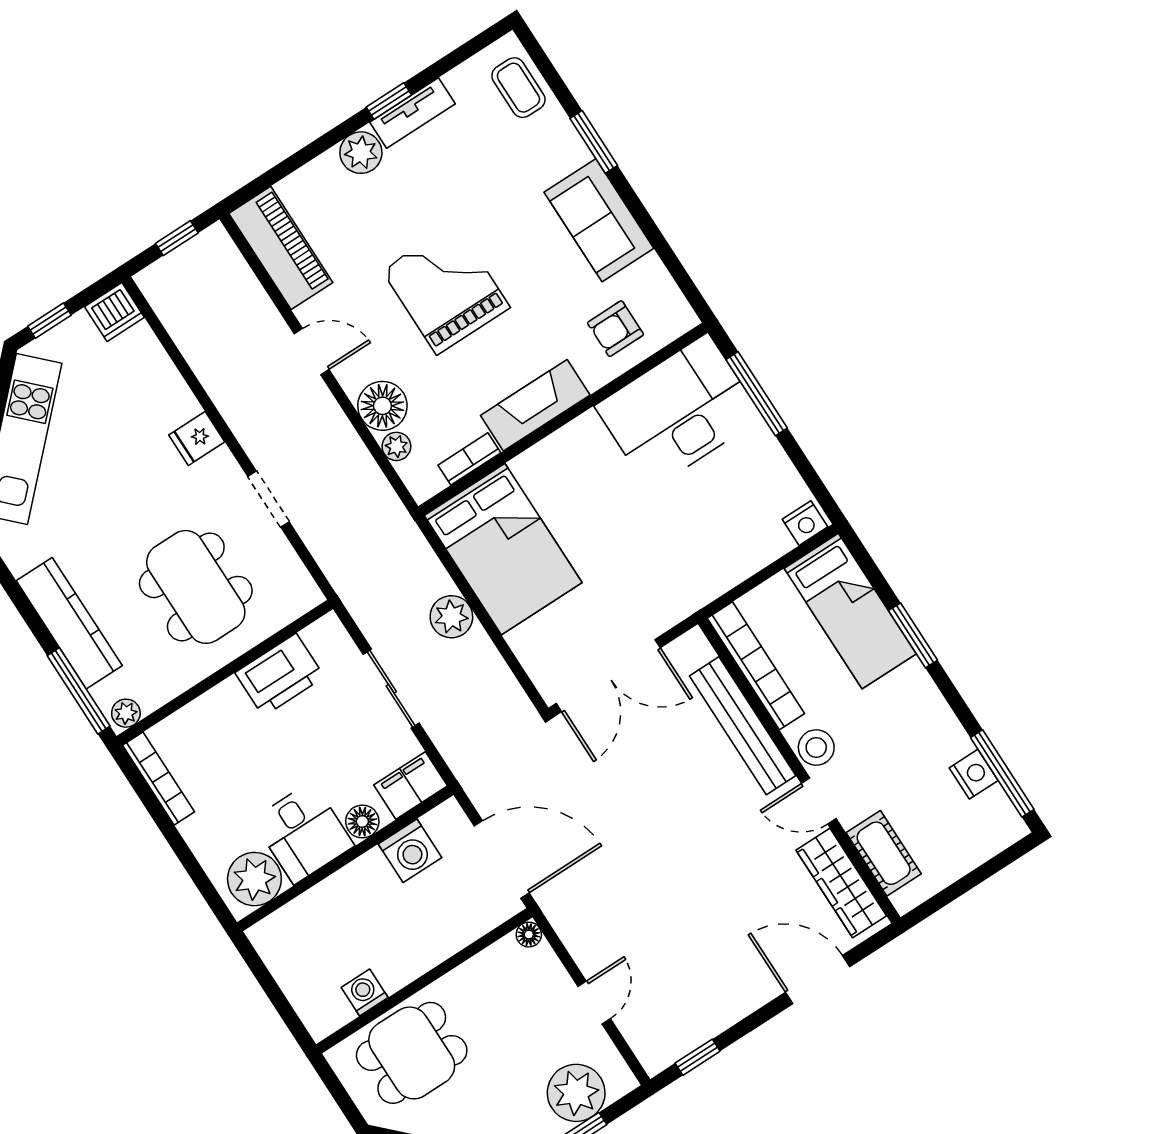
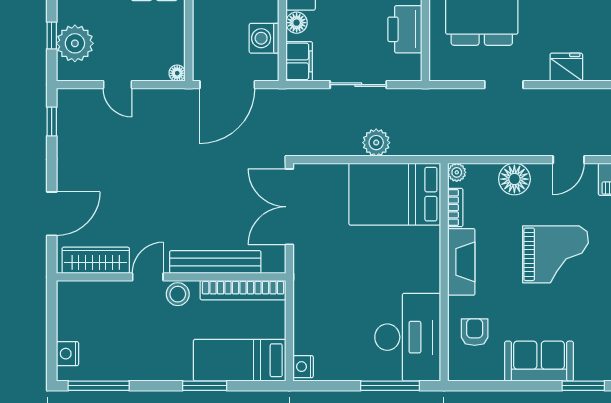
fridge: (197, 438) -> (566, 67), width x1.38
plant: (396, 446) -> (457, 172), moved
nightstand: (974, 774) -> (67, 354), moved, turned 90
cot: (884, 853) -> (97, 294), removed

